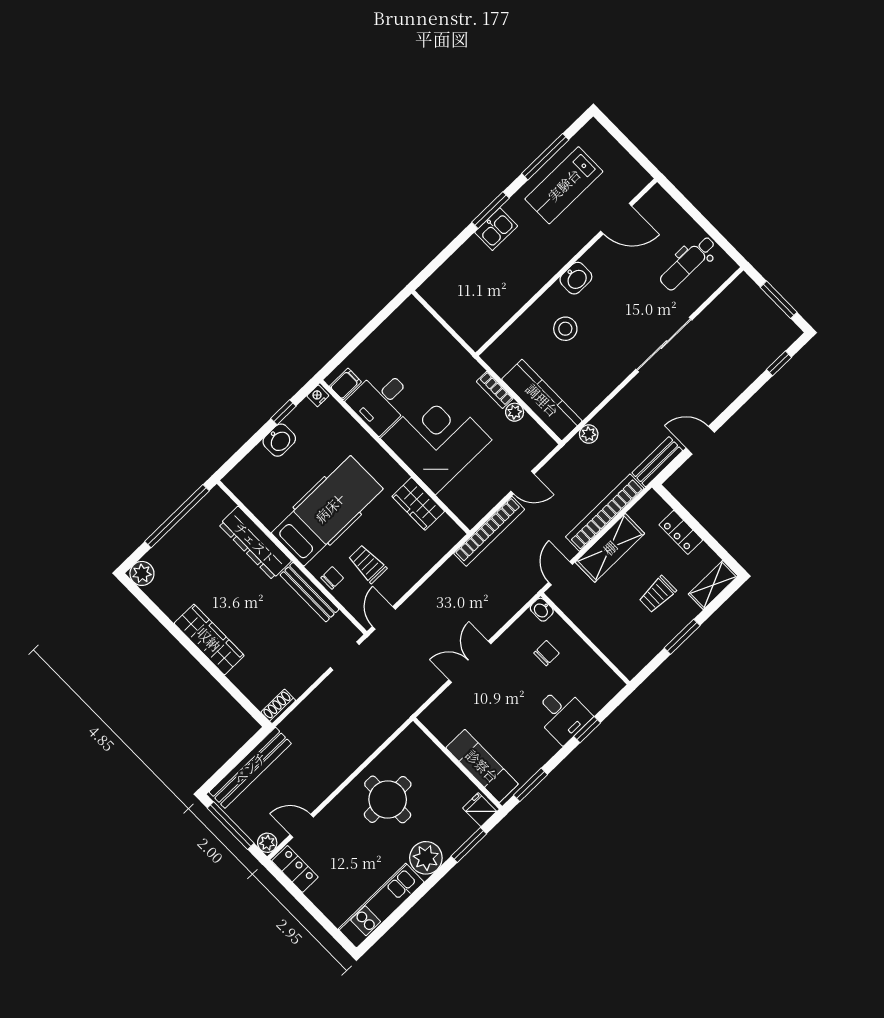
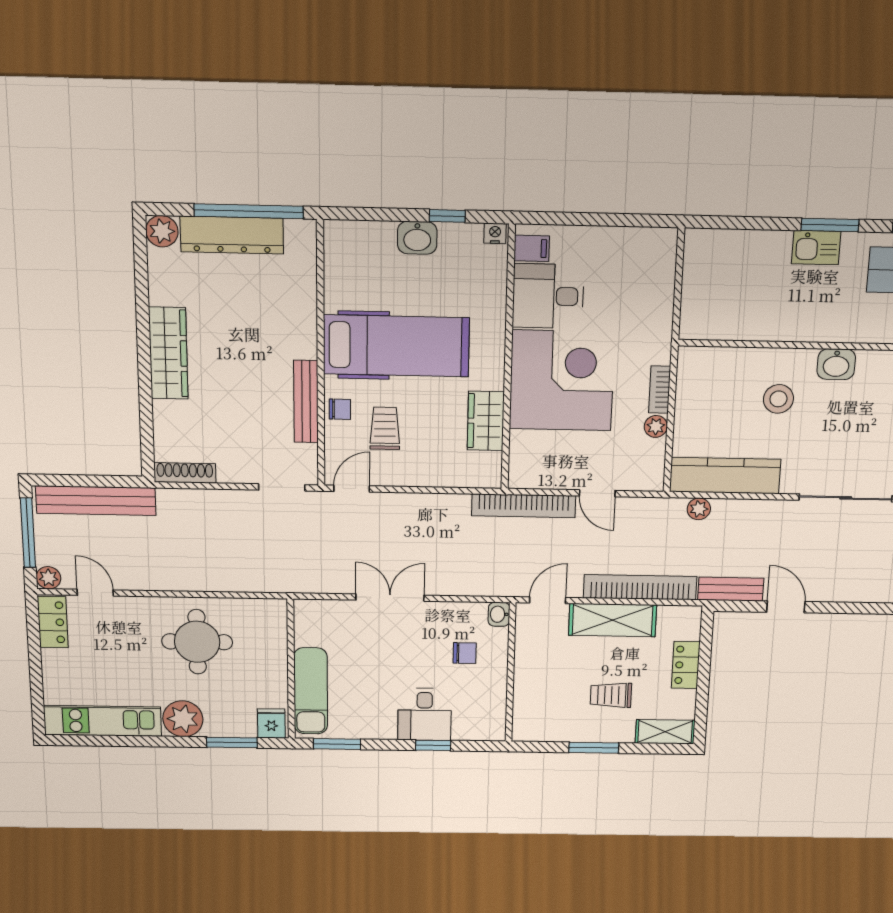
kitchen counter: (542, 400) -> (725, 476), moved, turned -90
dresser: (255, 543) -> (232, 235), moved, turned -90
shoe rack: (278, 706) -> (185, 473), width x1.43

